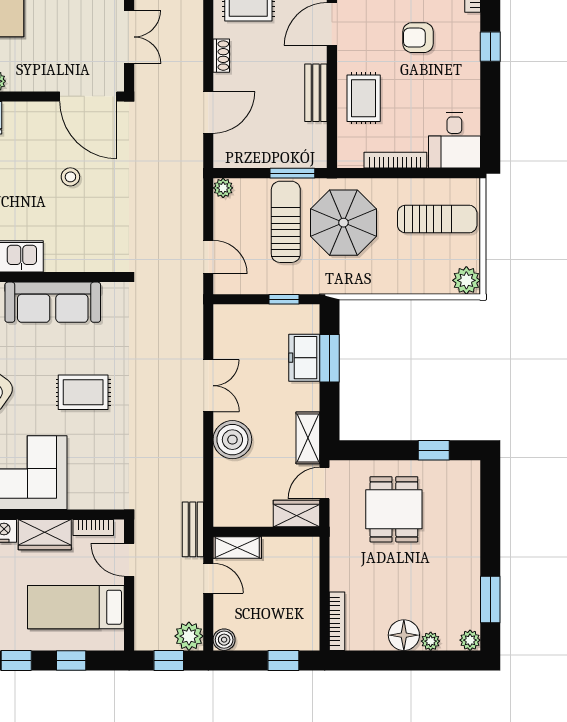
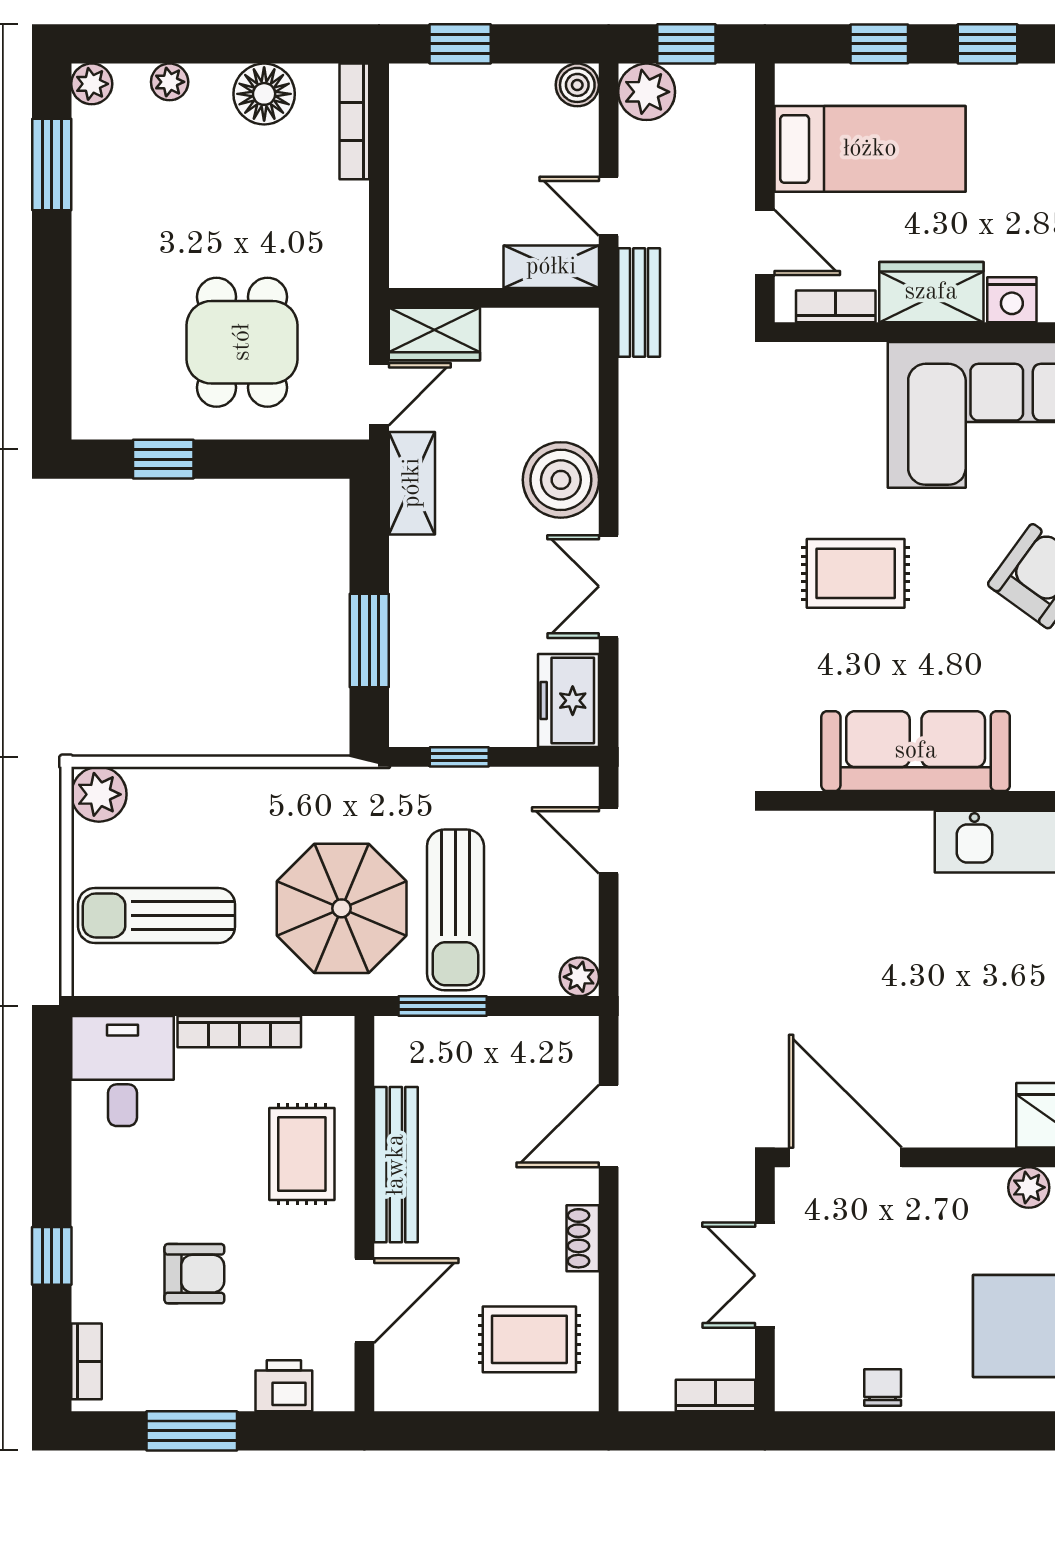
bench: (316, 93) -> (396, 1165), width x1.36
stool: (70, 177) -> (881, 999), removed
freezer: (304, 358) -> (568, 701), moved, turned 180
floor lamp: (404, 635) -> (264, 94), moved

